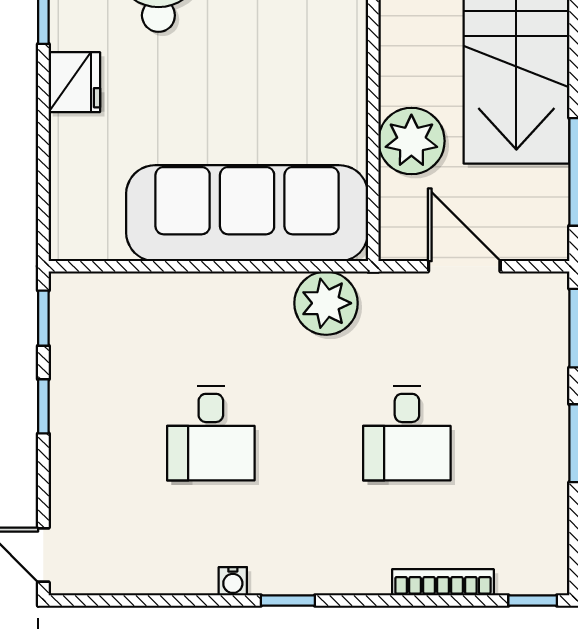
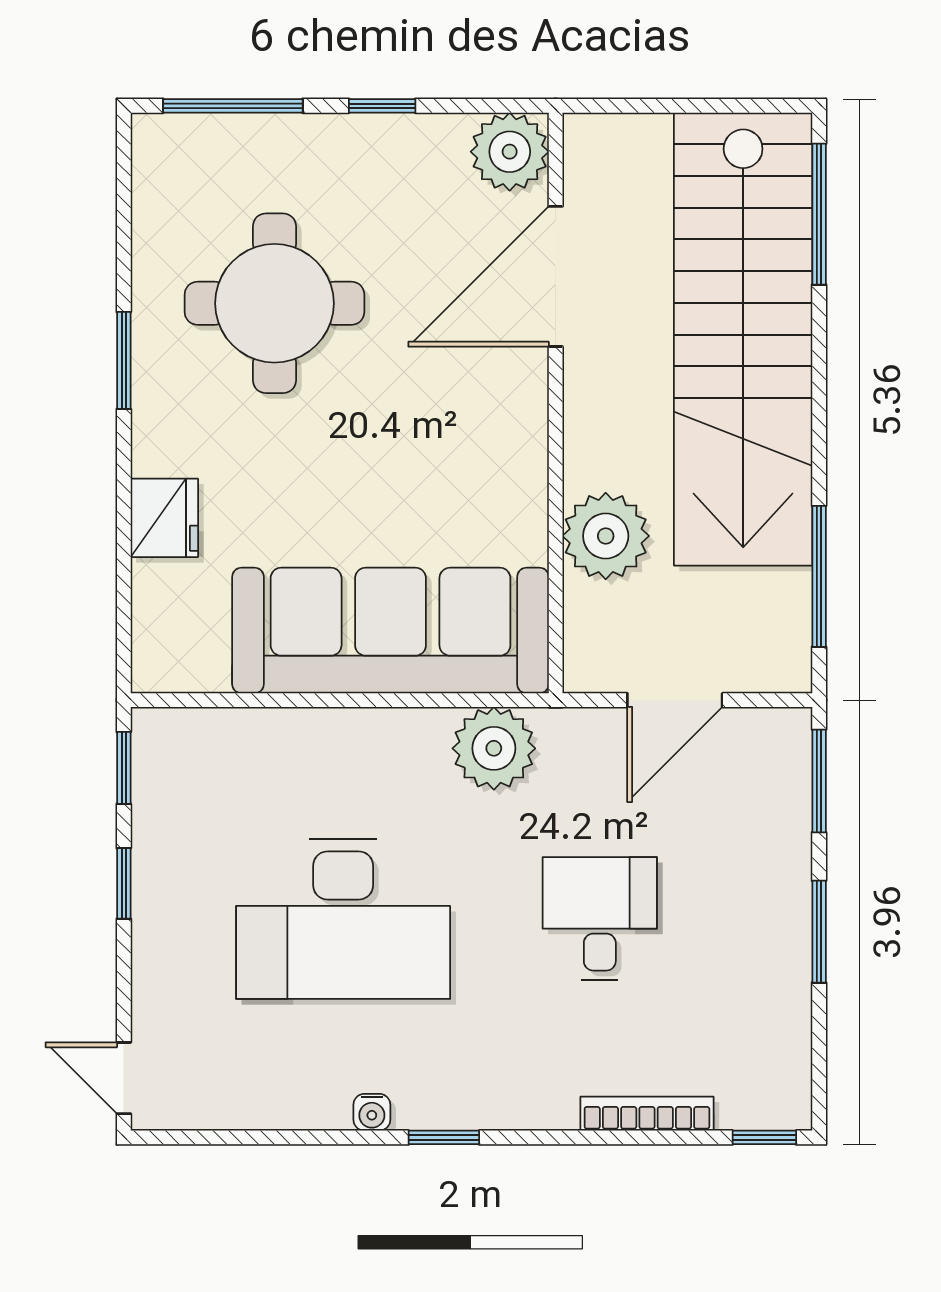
fridge: (74, 82) -> (164, 518), moved
door: (464, 266) -> (675, 700), swing flipped
desk: (211, 433) -> (343, 919), width x1.87, depth x1.30
desk: (407, 433) -> (600, 919), turned 180

